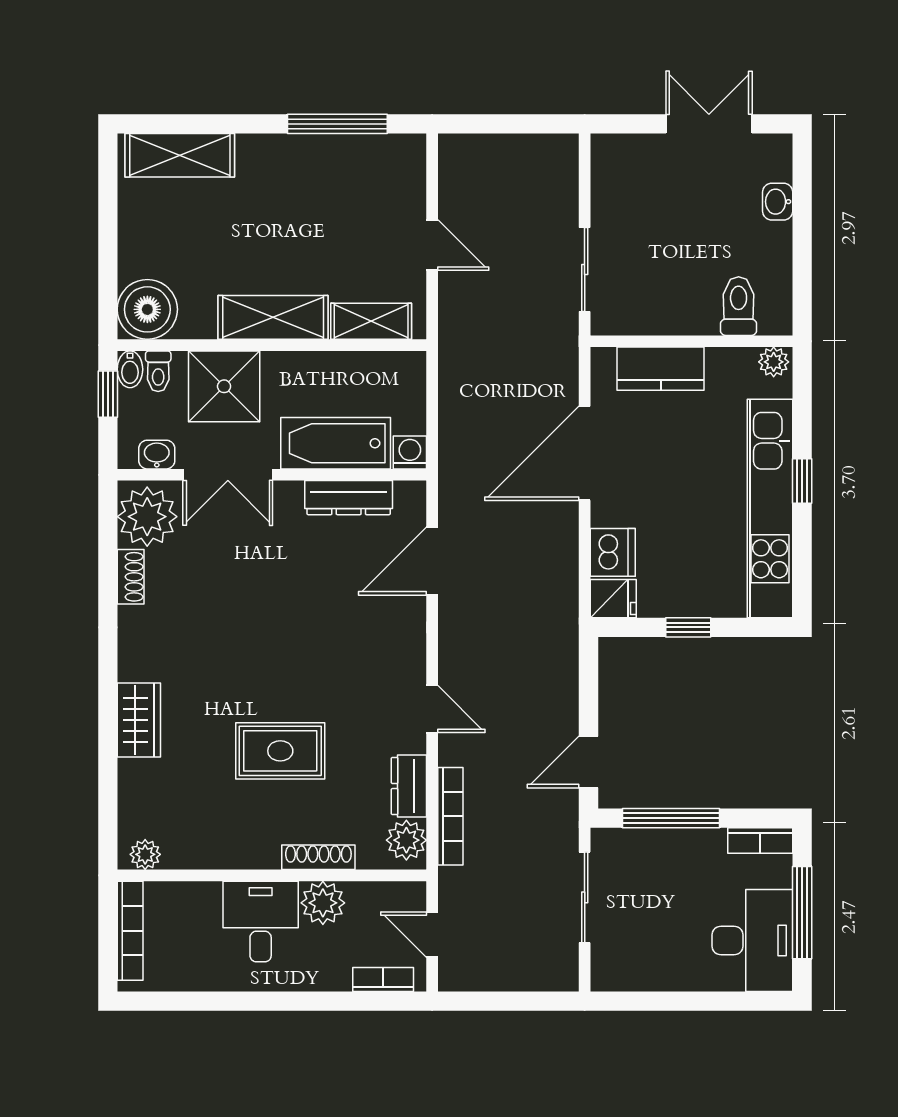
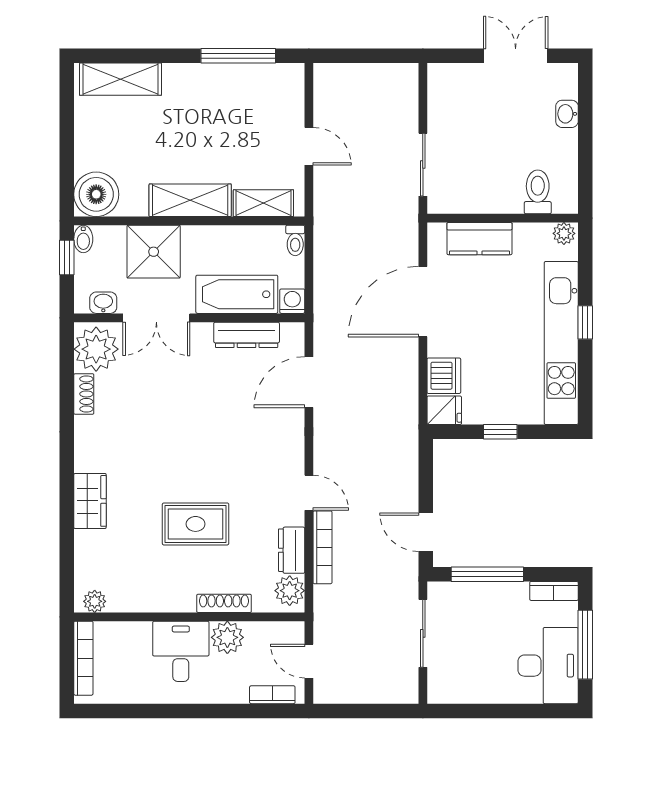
toilet: (158, 371) -> (295, 240), moved
door: (589, 762) -> (426, 532), hinge flipped
bookcase: (450, 816) -> (323, 547), moved

